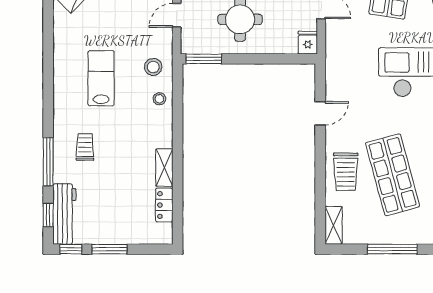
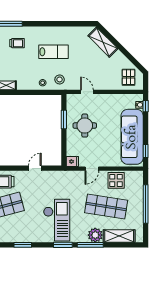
window: (204, 59) -> (64, 120), moved
door: (320, 113) -> (35, 168), swing flipped

